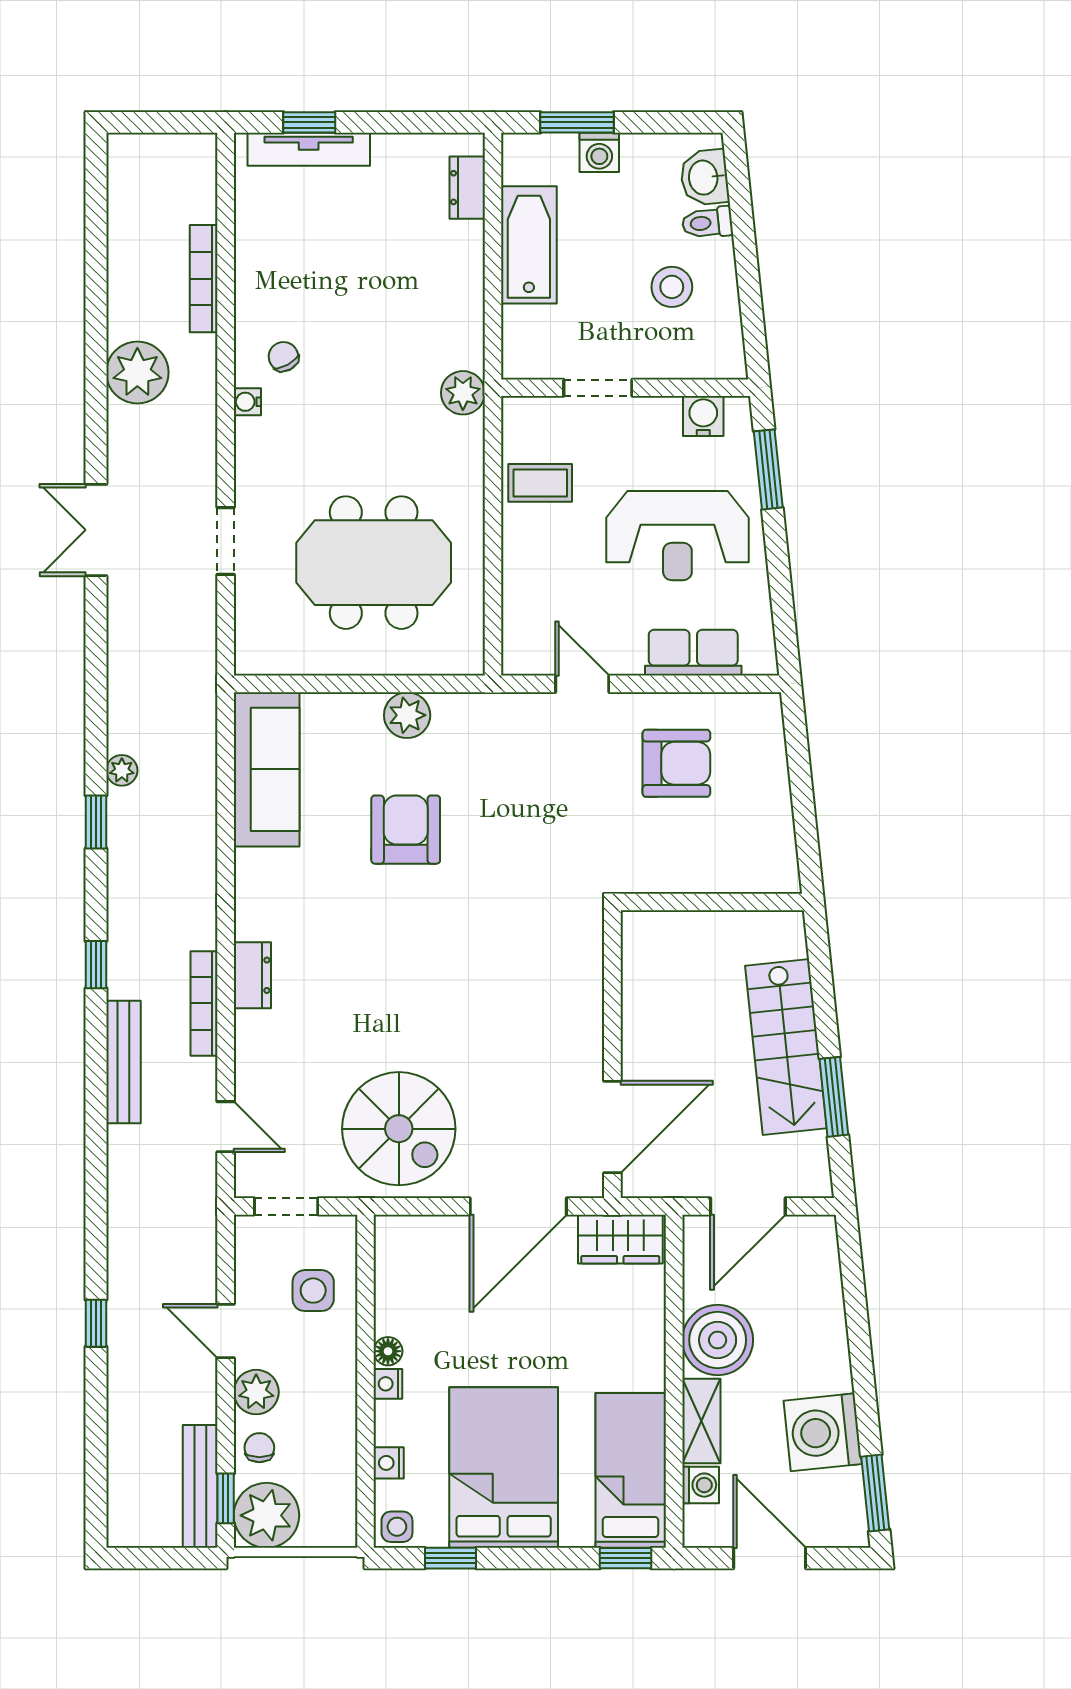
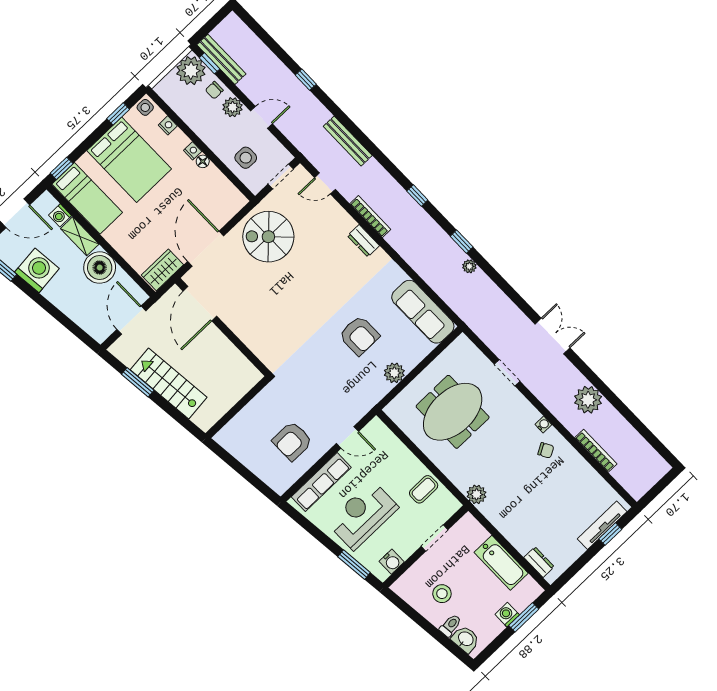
row of seats: (693, 653) -> (321, 482), width x1.48
bench: (123, 1062) -> (348, 141), moved
chair: (259, 1448) -> (214, 90), turned 90

